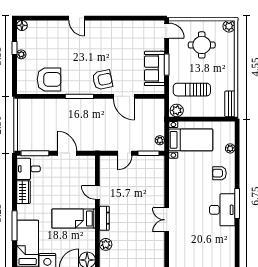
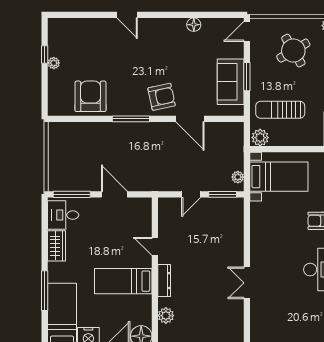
floor lamp: (22, 25) -> (194, 25), moved
door: (167, 31) -> (247, 31), swing flipped
round table: (202, 45) -> (293, 51), turned -30
armchair: (49, 79) -> (91, 96), turned -90

